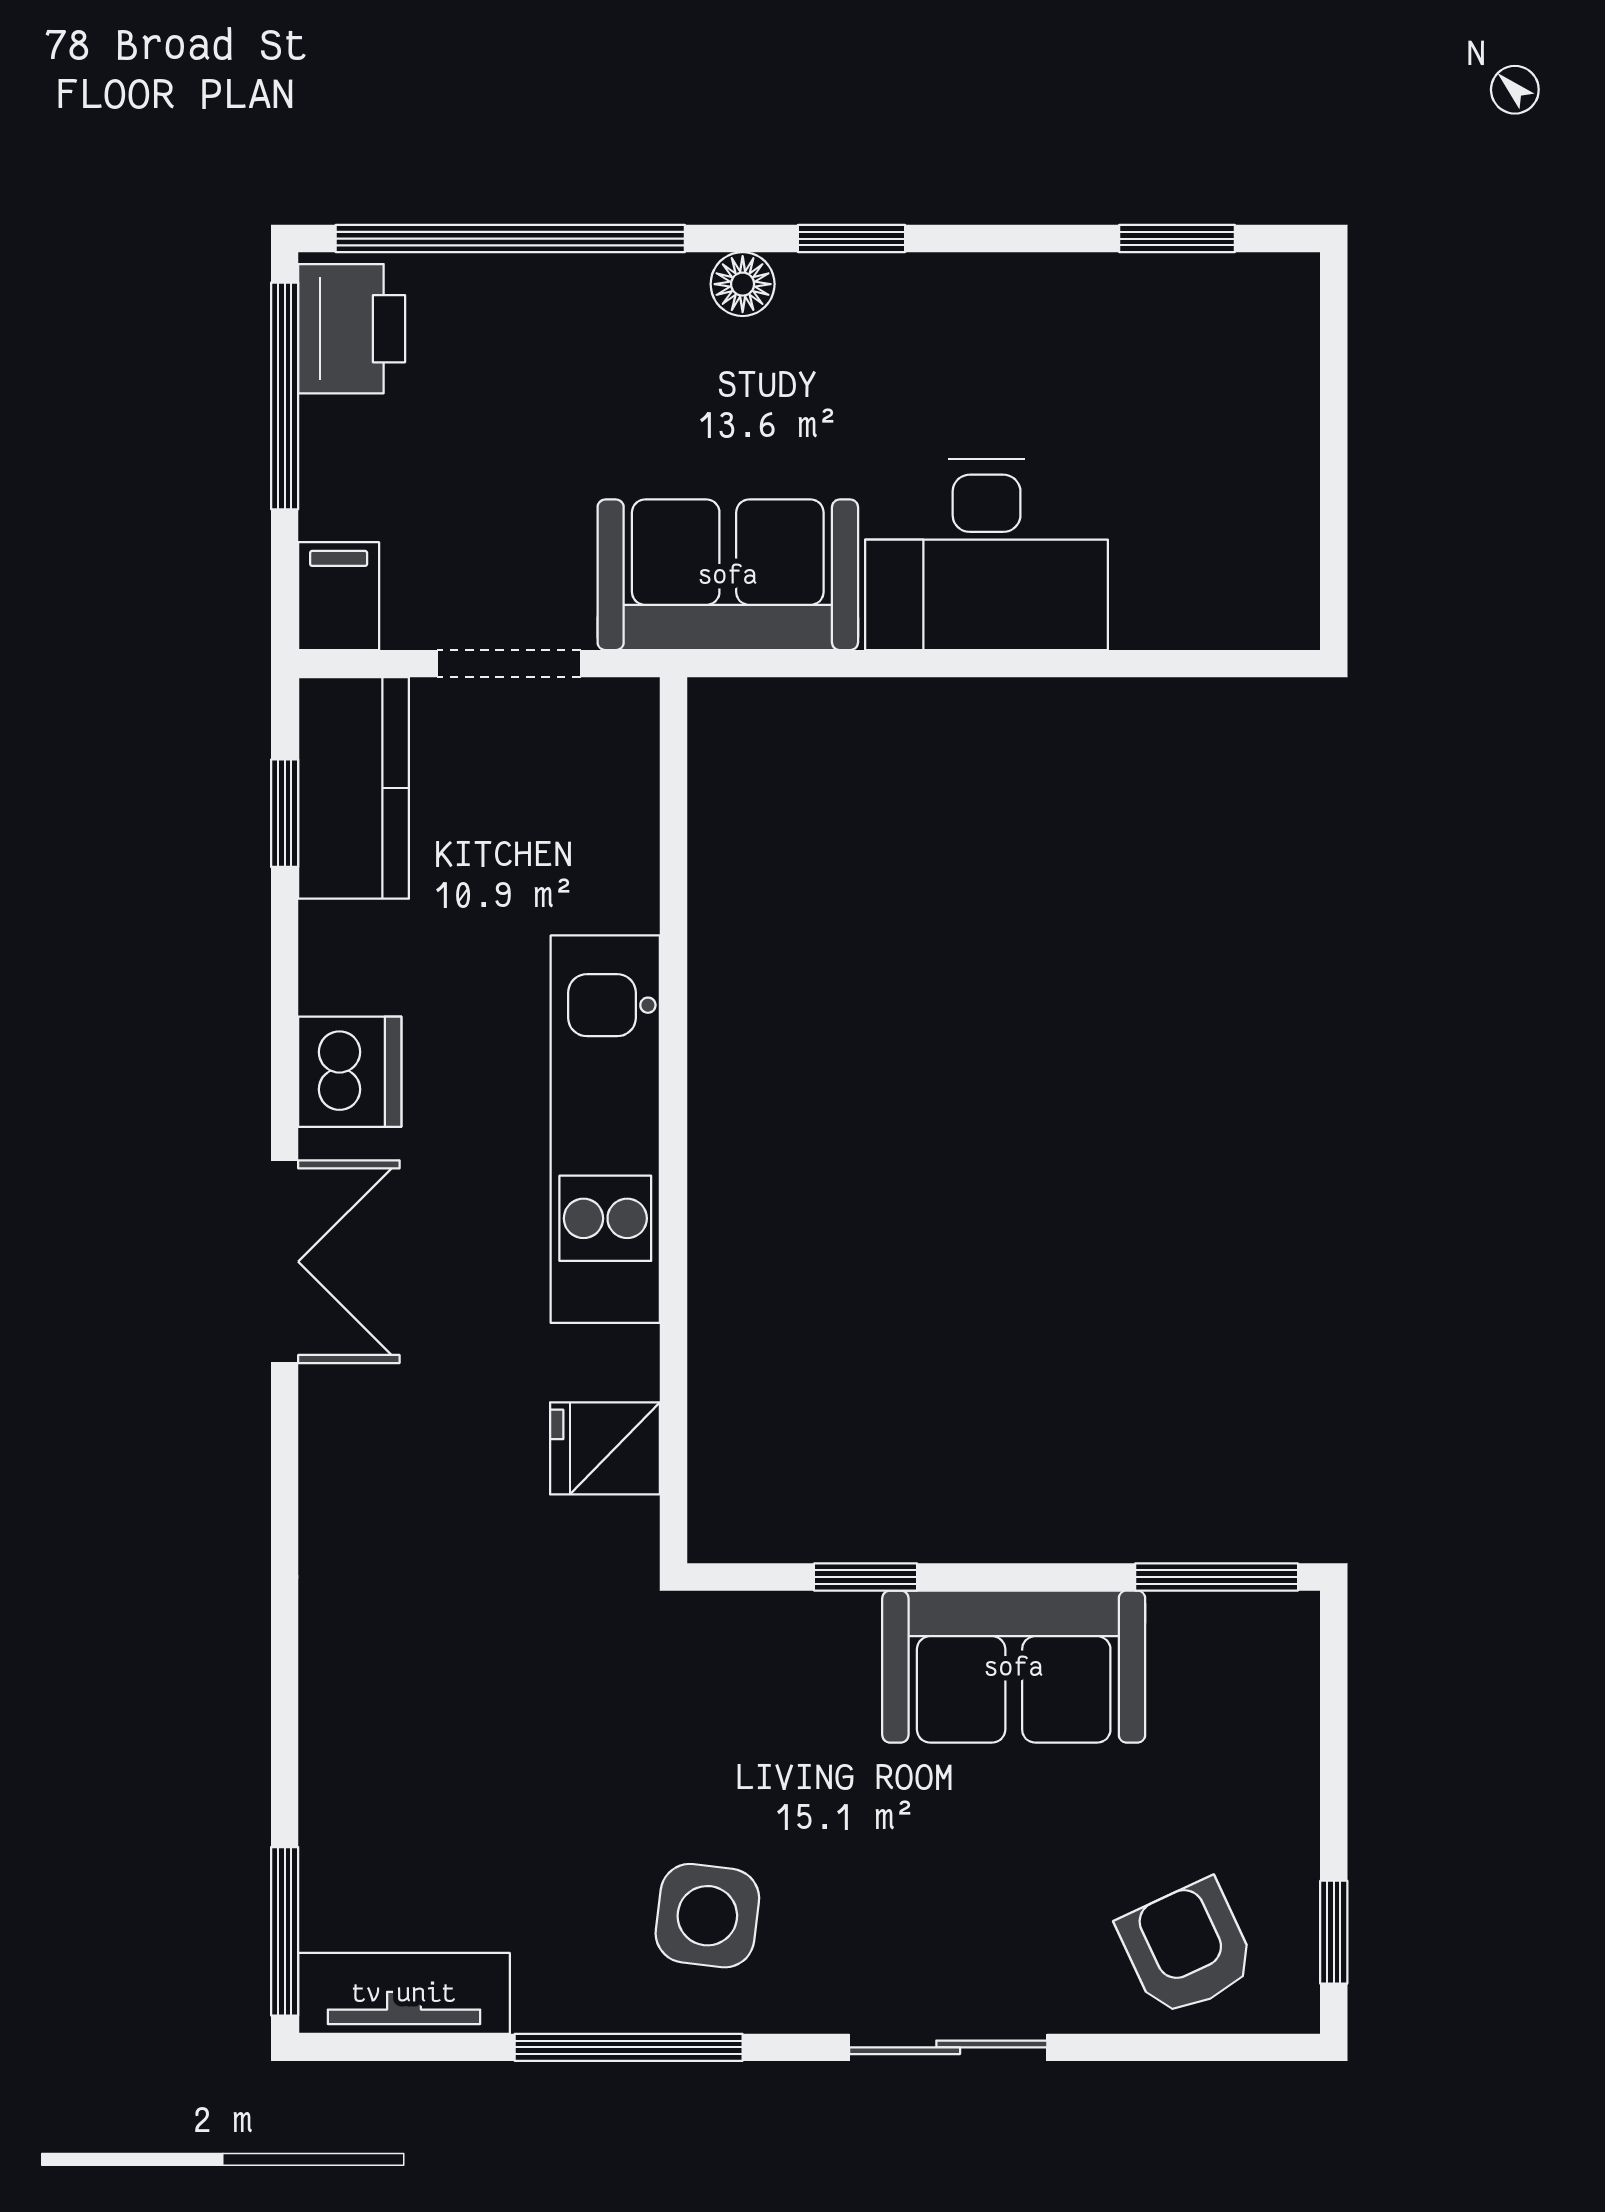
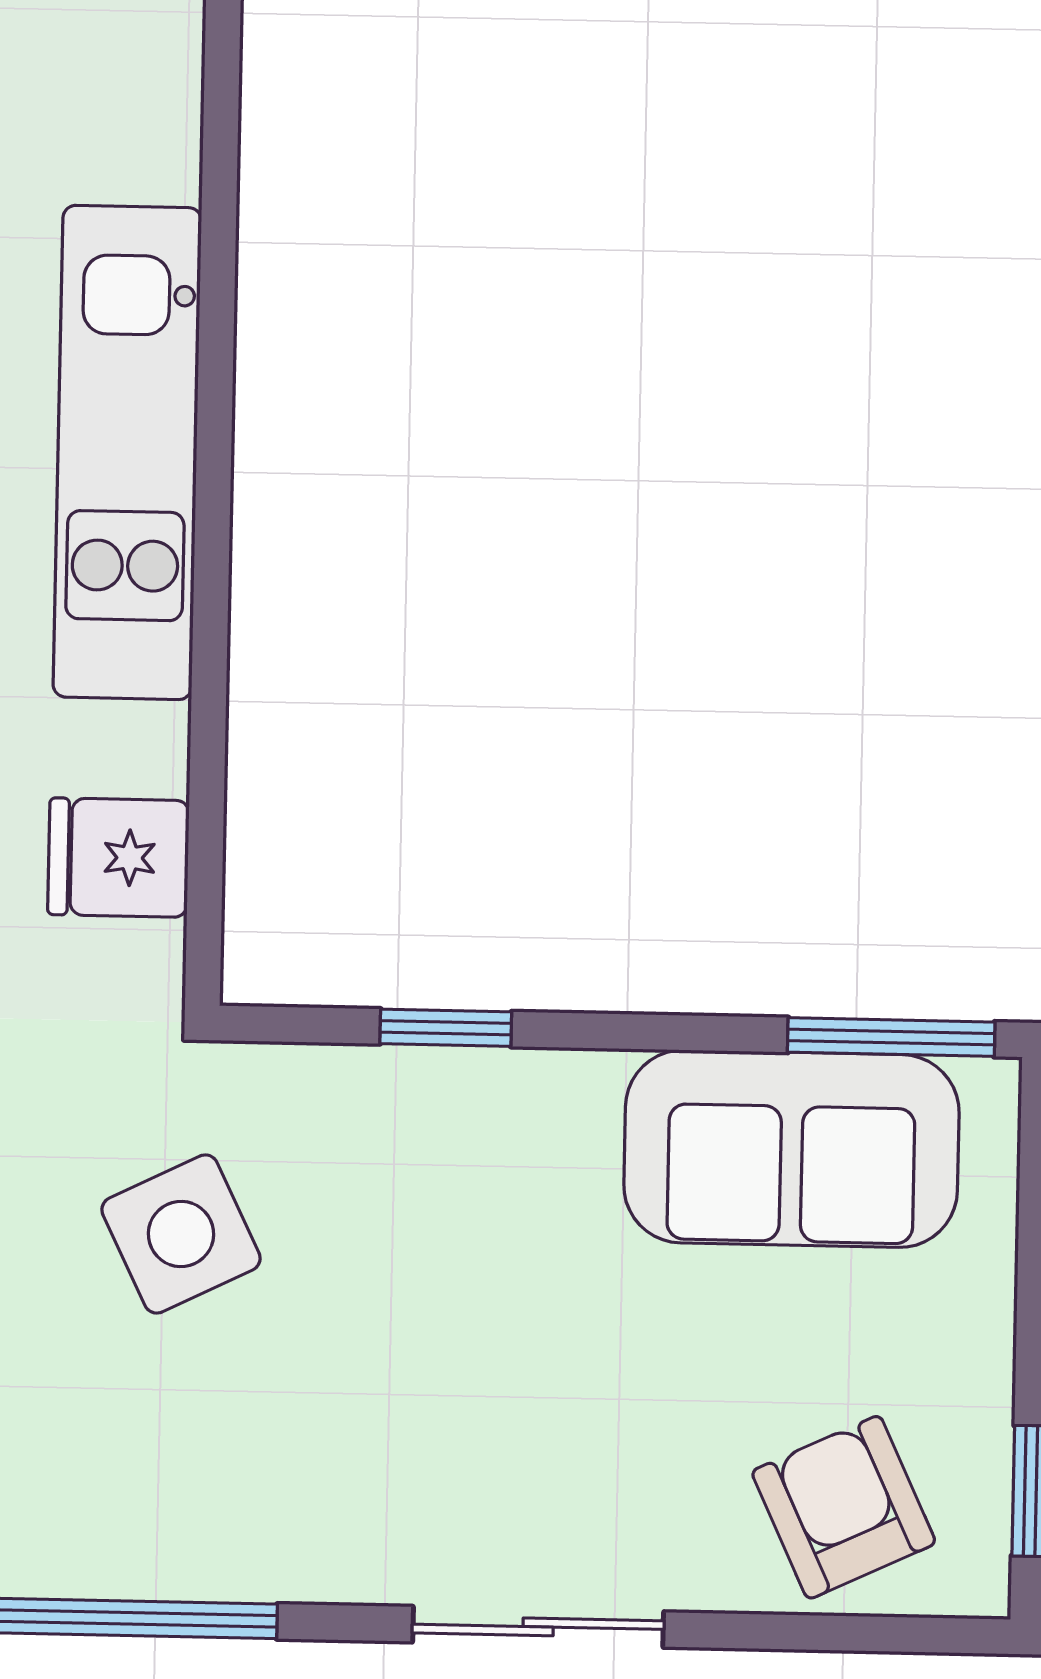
sofa: (1014, 1667) -> (791, 1149), moved
side table: (707, 1916) -> (181, 1234), moved, turned -33

